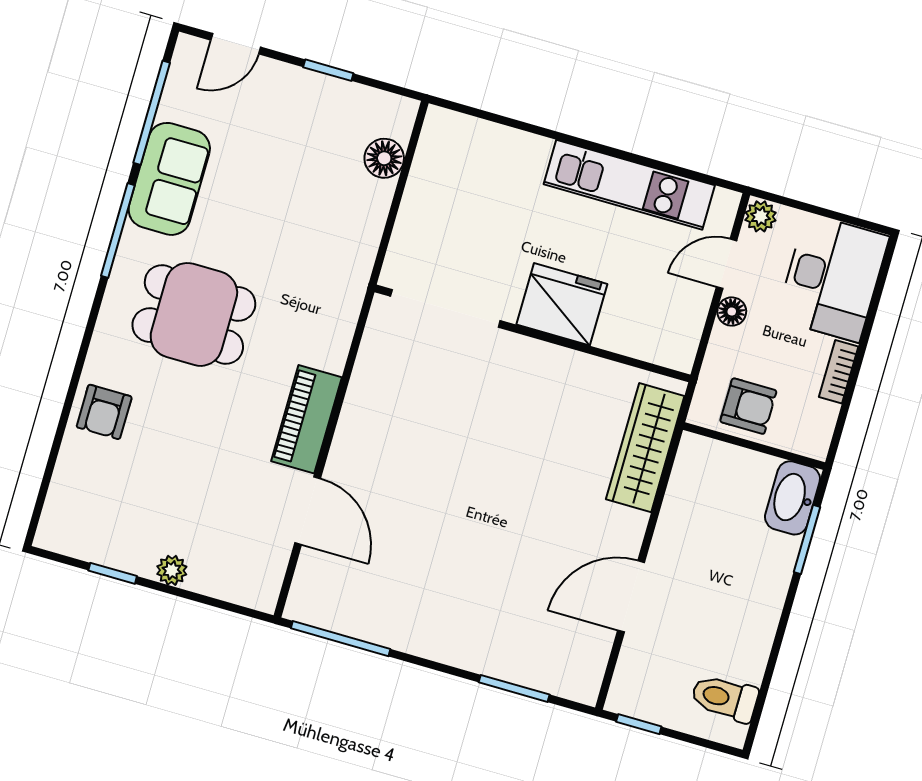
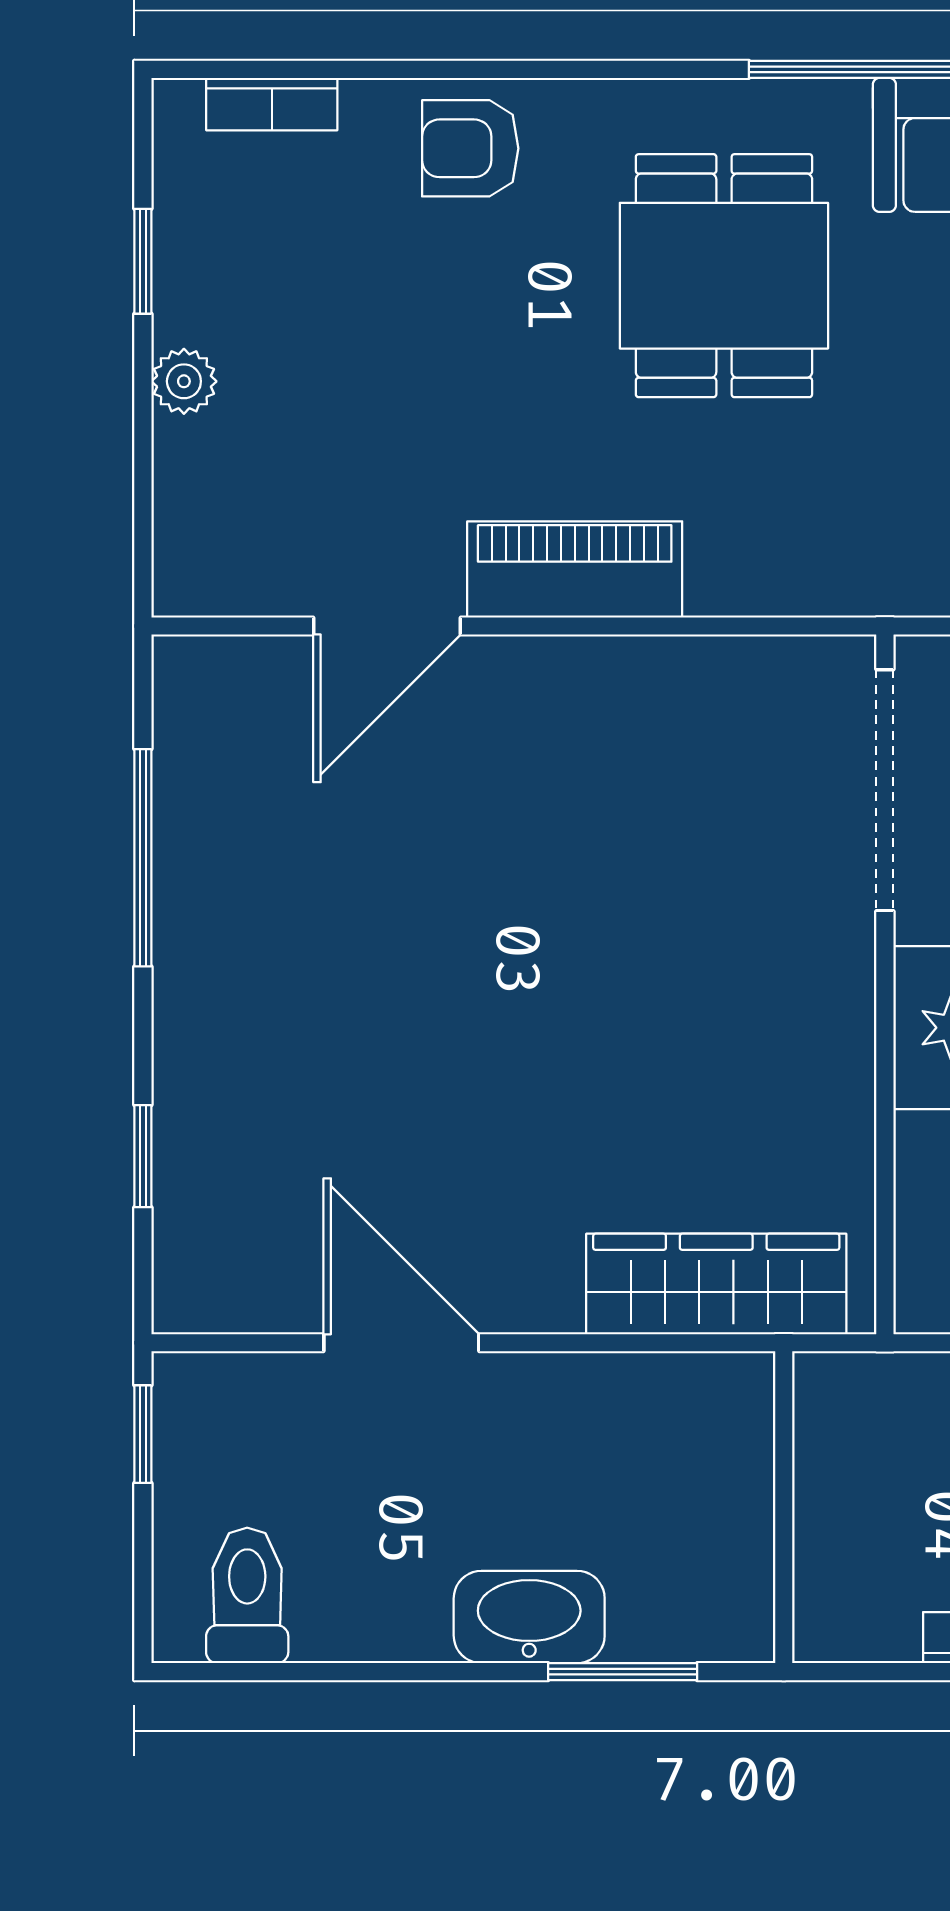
armchair: (748, 406) -> (863, 1472), removed
bookcase: (59, 495) -> (272, 104), added
washbasin: (792, 498) -> (529, 1617), moved
window: (341, 639) -> (143, 858), moved
window: (514, 688) -> (143, 1156), width x0.67

